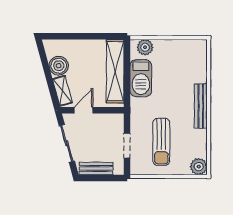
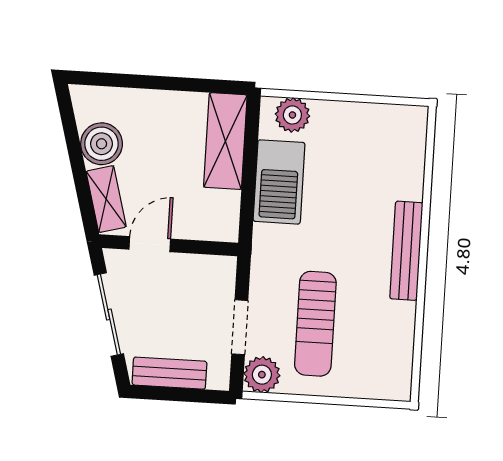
shelving: (115, 71) -> (225, 141), width x0.68
plant: (199, 167) -> (262, 375), moved

